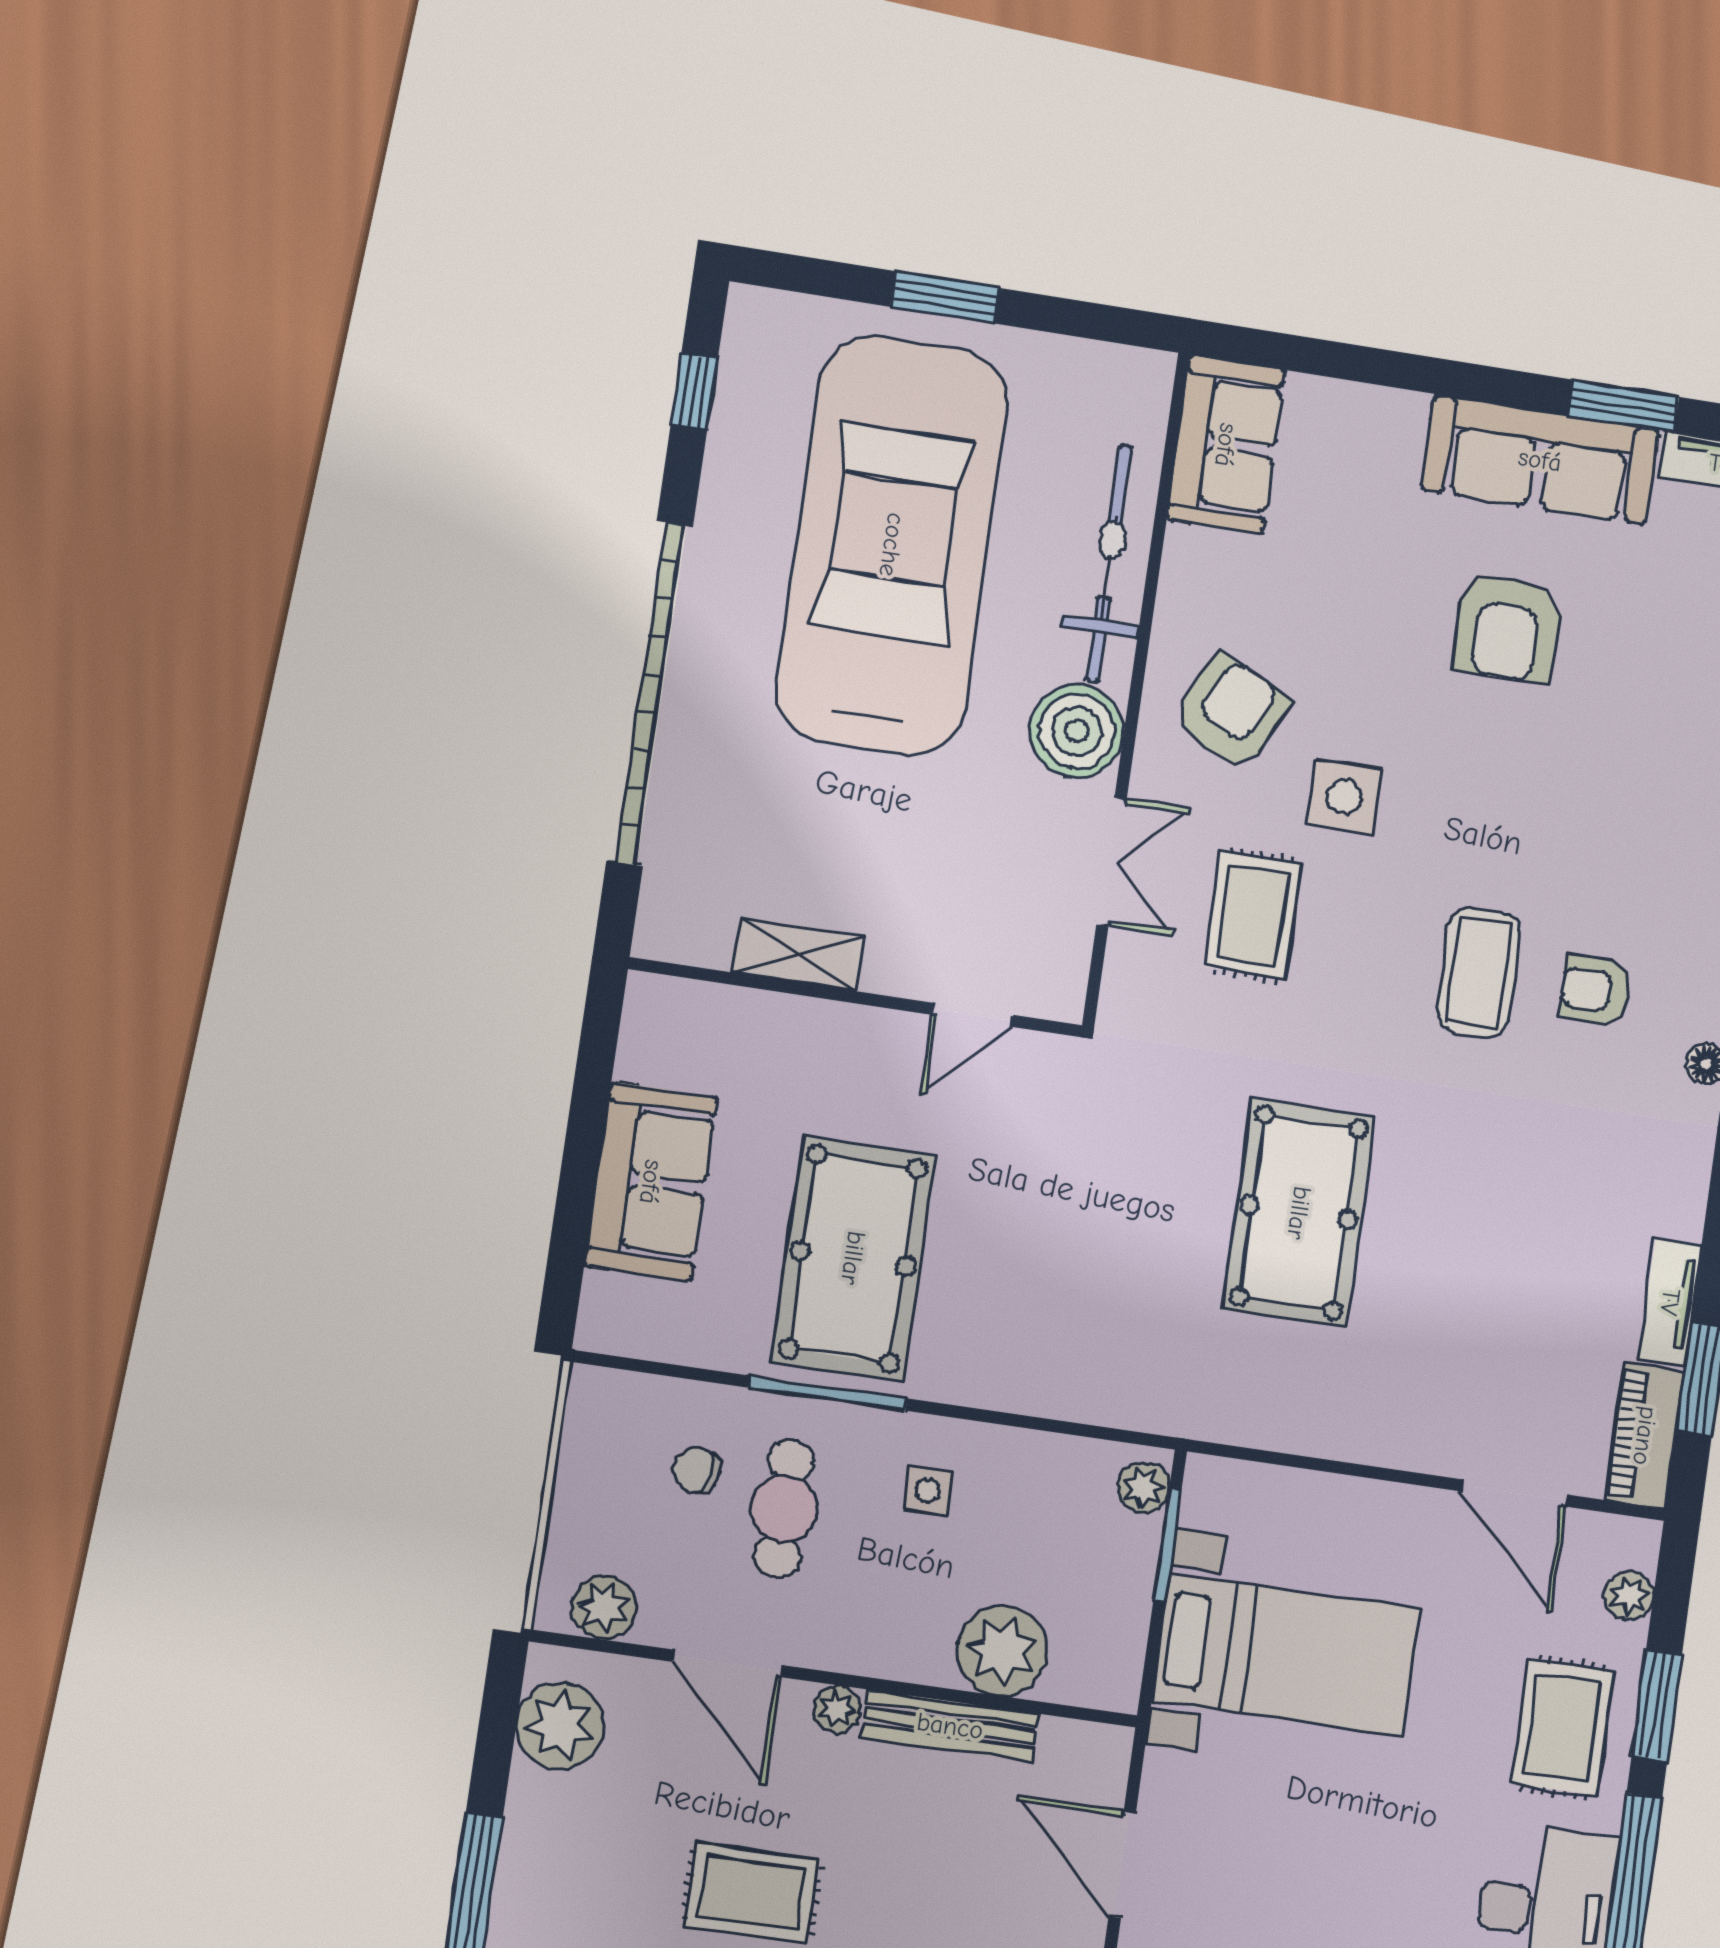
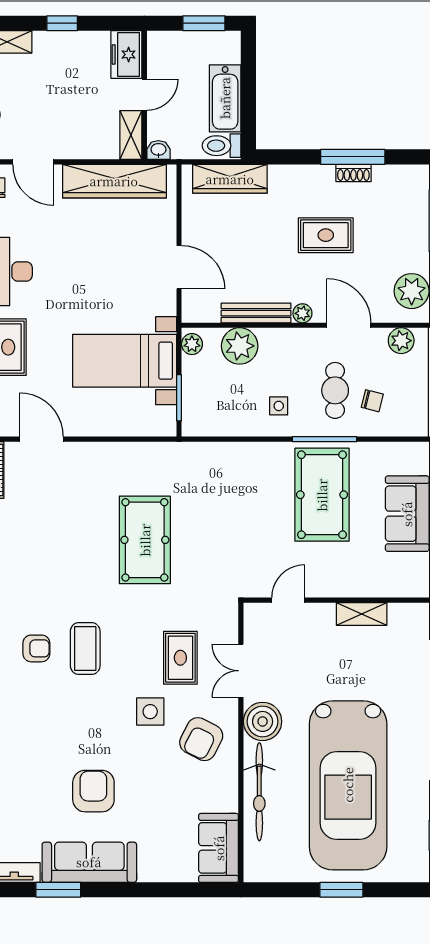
plant: (1144, 1488) -> (192, 344), moved

